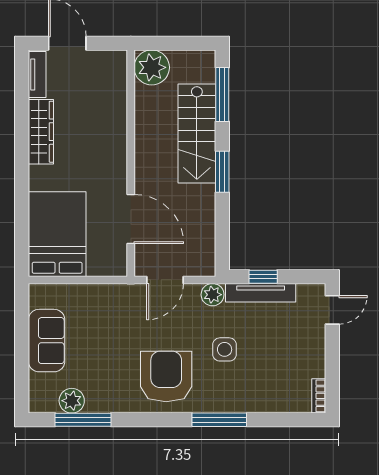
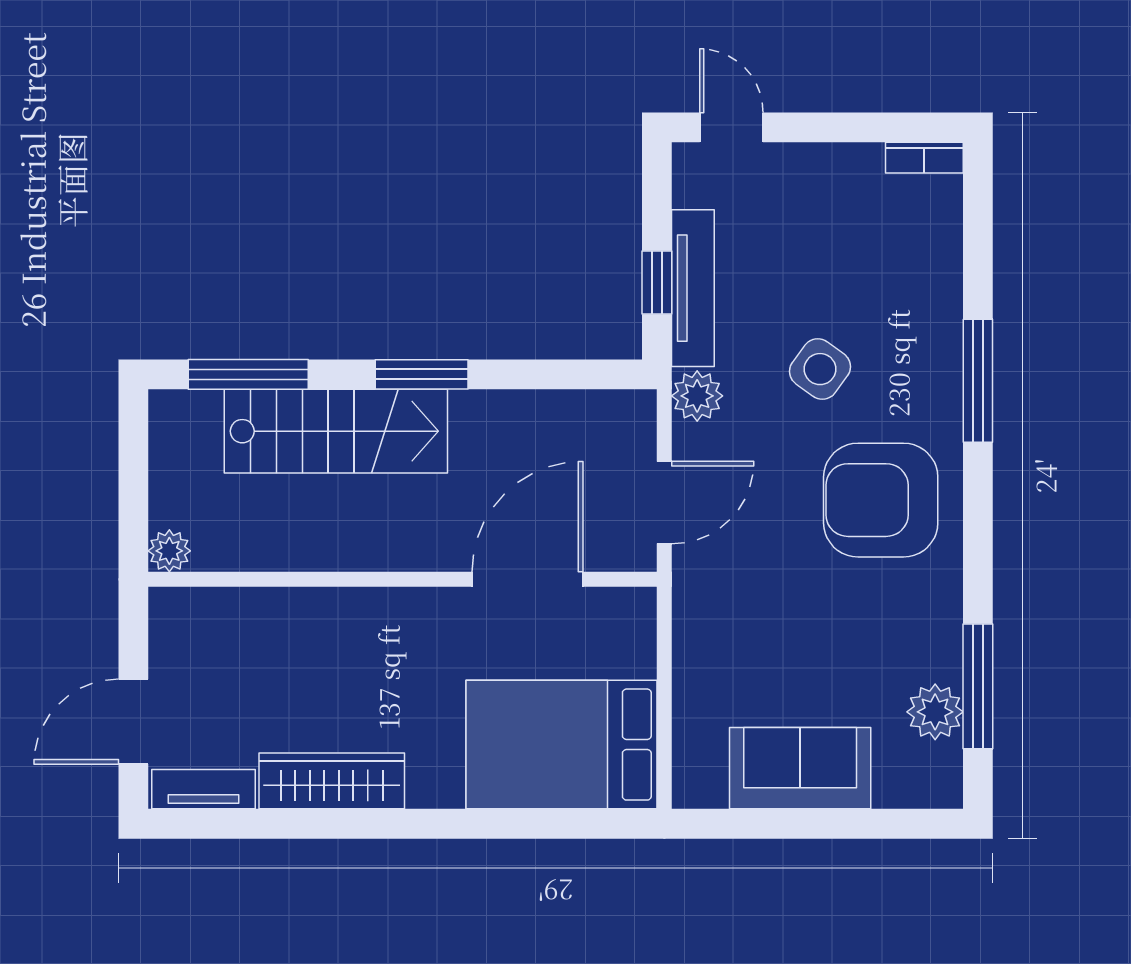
plant: (152, 67) -> (169, 551), width x0.53, depth x0.53
door: (165, 280) -> (664, 503), hinge flipped
side table: (225, 349) -> (820, 369), turned 36

